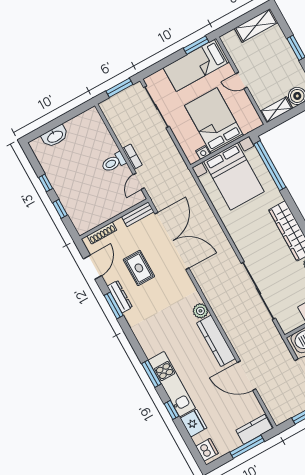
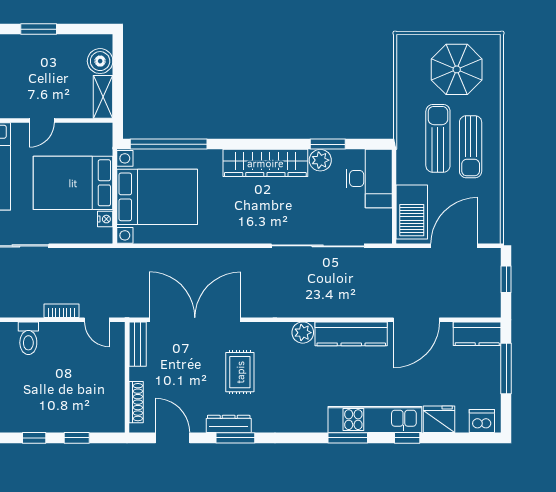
toilet: (114, 162) -> (28, 338), moved
rug: (139, 268) -> (240, 372), moved, turned 90
kitchen counter: (254, 429) -> (477, 334), moved, turned -90

